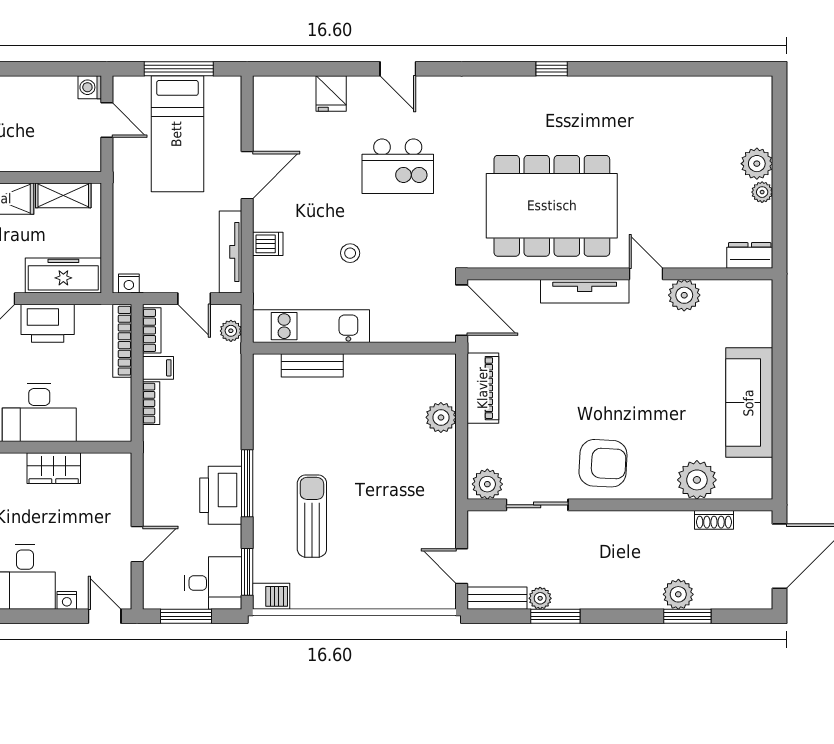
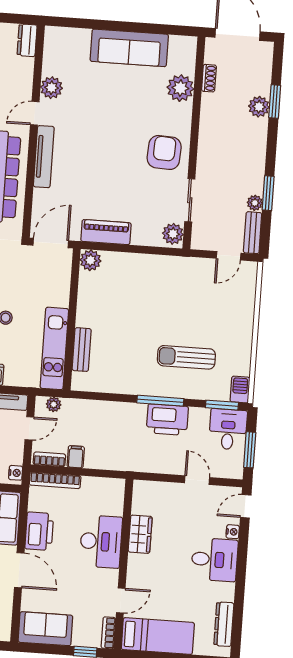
bookcase: (151, 403) -> (100, 463), removed
plant: (441, 417) -> (90, 260), moved

